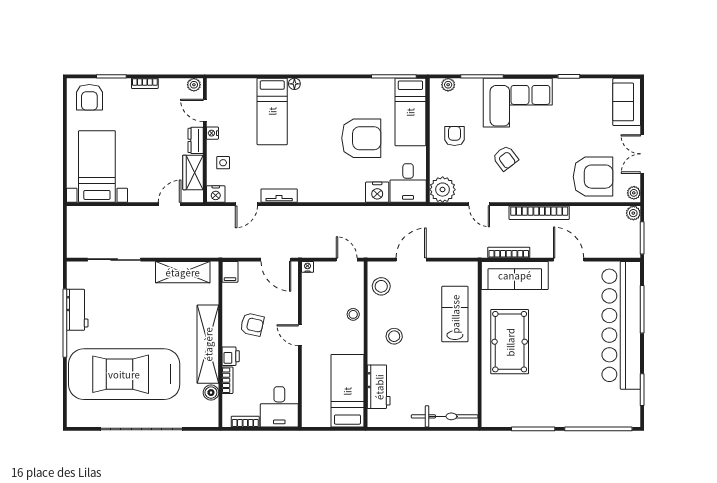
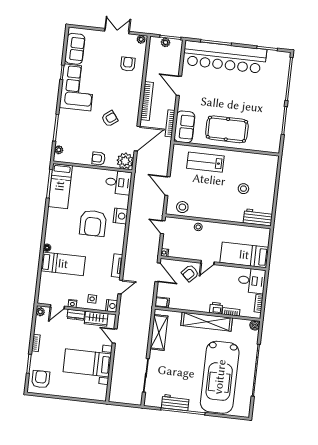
armchair: (89, 97) -> (41, 379), turned -90
sofa: (627, 102) -> (75, 49), moved, turned -90
corner sofa: (518, 103) -> (77, 87), moved
bed: (410, 112) -> (60, 186), moved, turned 90
armchair: (455, 136) -> (99, 158), moved
armchair: (361, 138) -> (93, 223), moved, turned 180
double door: (642, 154) -> (117, 31), swing flipped
bed with nightstands: (97, 167) -> (87, 363), moved
armchair: (593, 177) -> (128, 64), width x0.53, depth x0.53
nightstand: (377, 192) -> (121, 216), moved
door: (246, 204) -> (120, 287), hinge flipped
door: (479, 204) -> (137, 139), width x1.88
plant: (633, 213) -> (165, 42), moved
door: (276, 260) -> (158, 272), hinge flipped
door: (347, 260) -> (163, 227), hinge flipped
door: (569, 260) -> (179, 86), hinge flipped
sofa: (515, 275) -> (184, 127), width x0.73
armchair: (252, 324) -> (190, 273), moved, turned -149
stool: (394, 336) -> (243, 189), moved
workbench: (379, 387) -> (258, 217), moved
bed: (347, 391) -> (244, 255), moved
boiler: (211, 393) -> (255, 325), moved
bicycle: (445, 416) -> (270, 176), removed

